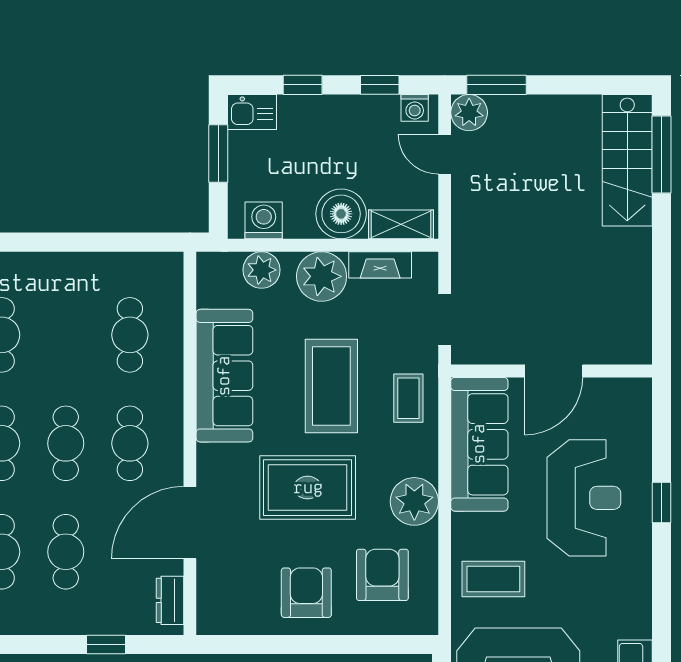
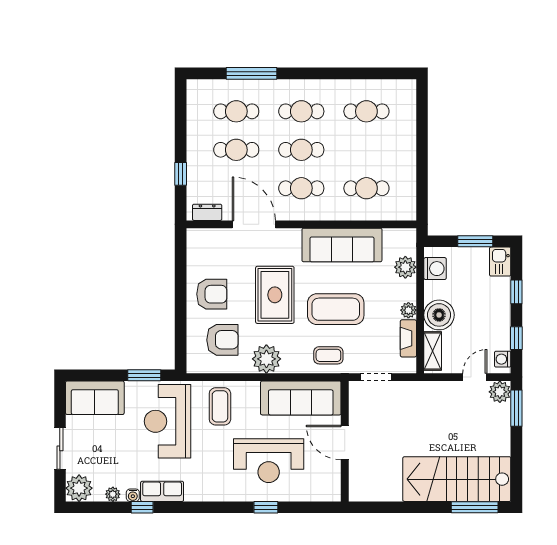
stairs: (627, 160) -> (457, 479), width x1.36, depth x1.51
plant: (322, 276) -> (408, 310), width x0.53, depth x0.53

